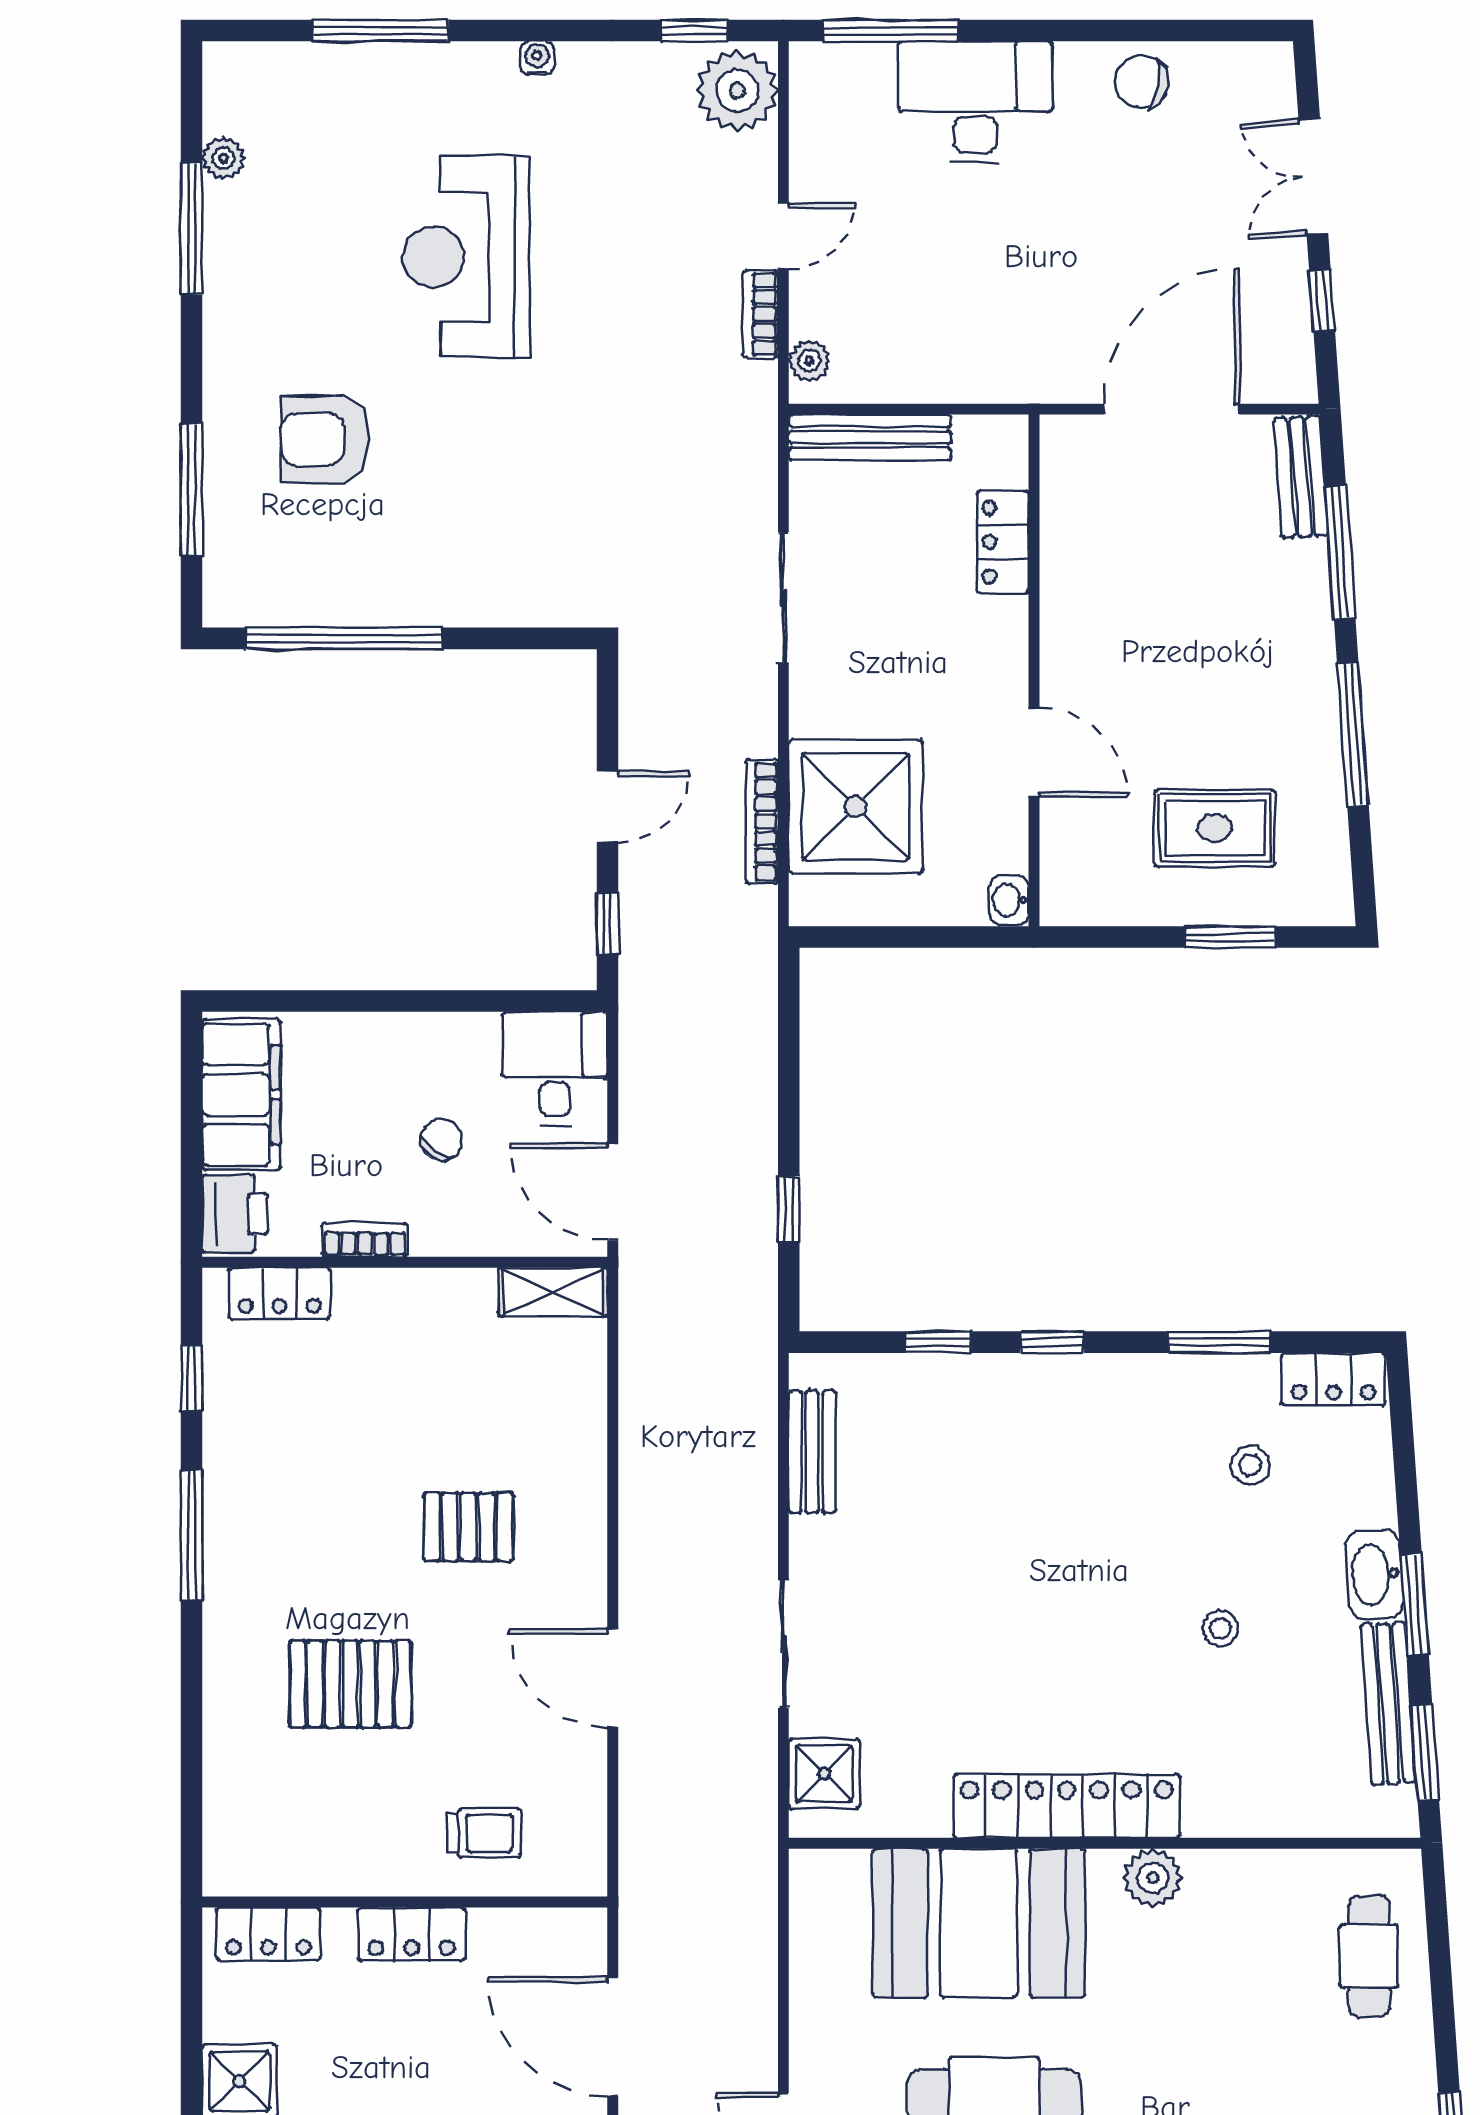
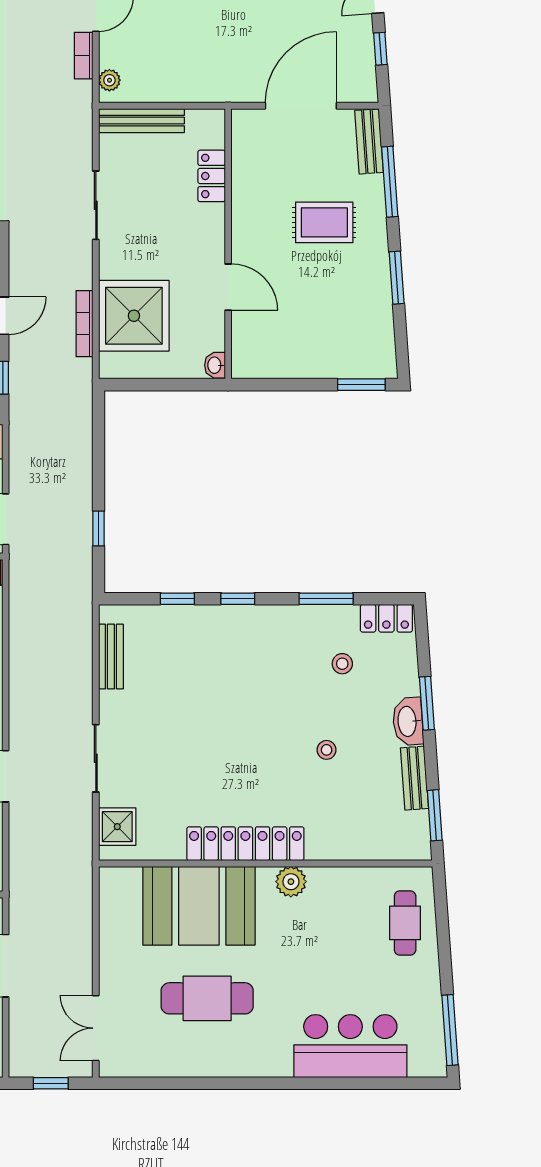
window: (1353, 734) -> (397, 278), width x0.69
rug: (1215, 828) -> (324, 222), moved
window: (1230, 937) -> (361, 385), moved
window: (1414, 1604) -> (427, 703), moved
bench: (1388, 1703) -> (414, 778), width x0.73

